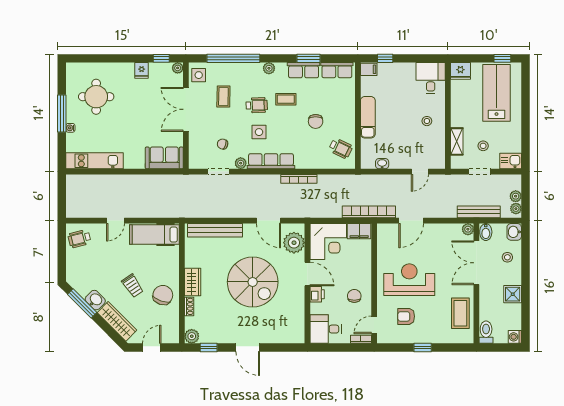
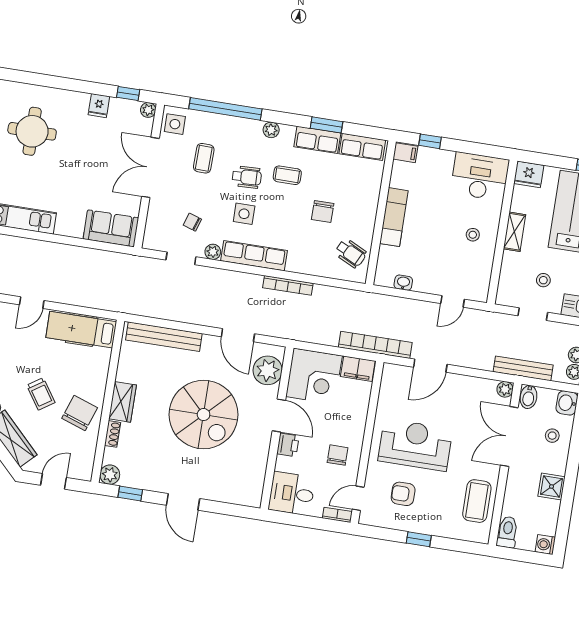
desk: (431, 78) -> (480, 176), width x1.37
shelving: (457, 141) -> (514, 232), moved

